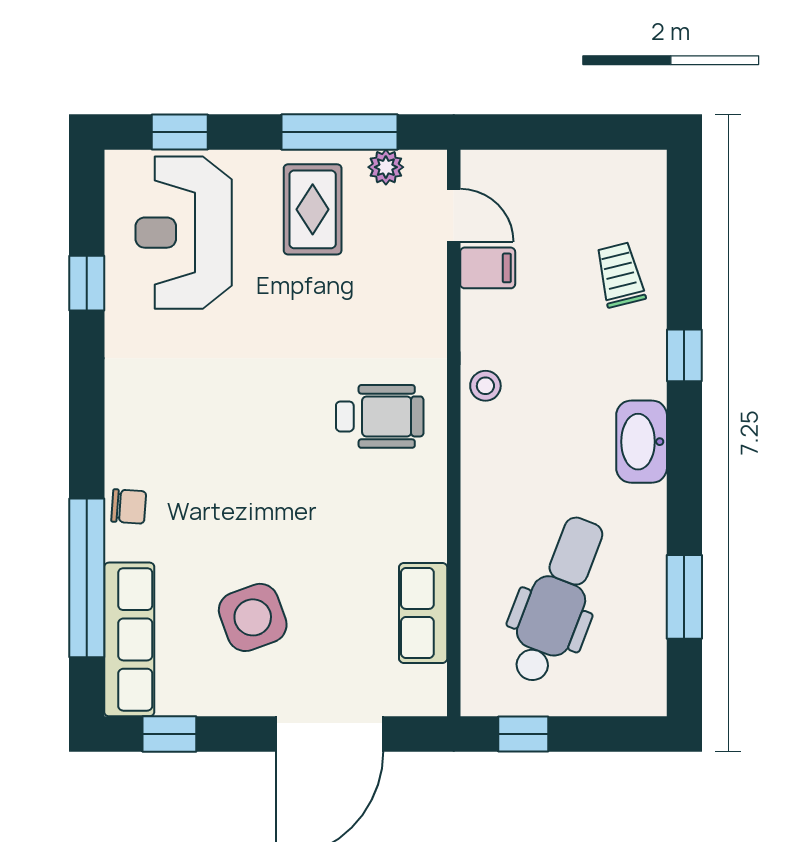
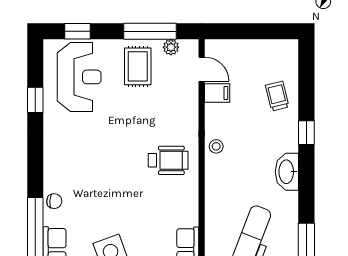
reception desk: (184, 233) -> (79, 77), turned 180

